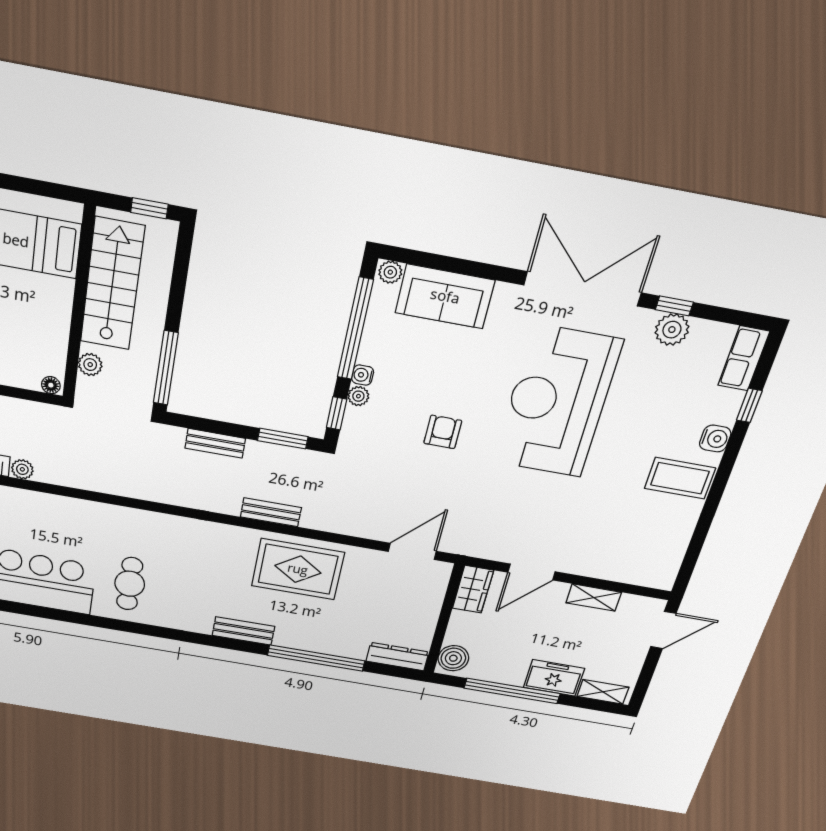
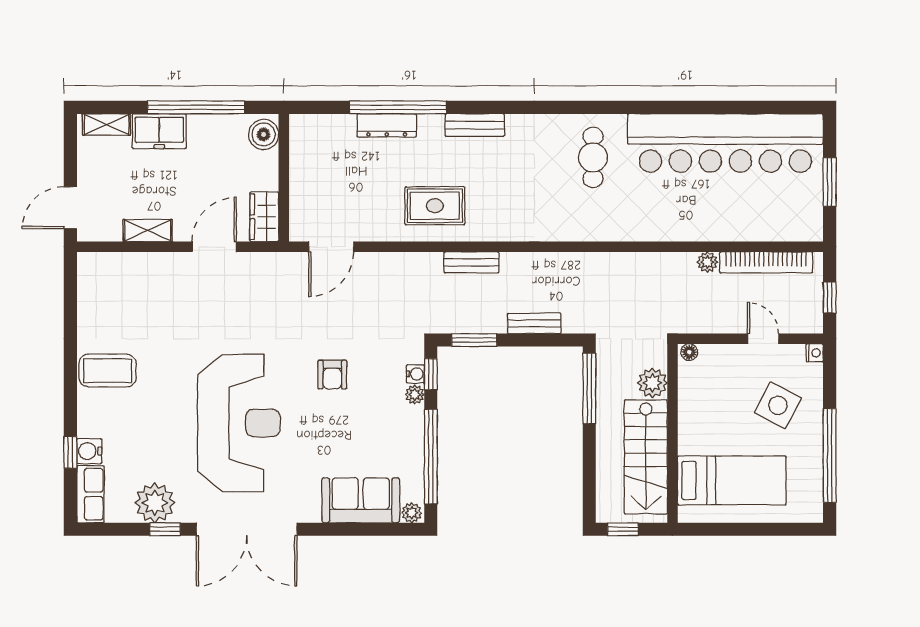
plant: (672, 330) -> (155, 503), width x1.36, depth x1.36
plant: (90, 365) -> (652, 383), width x1.38, depth x1.38
water cooler: (363, 375) -> (415, 374), moved
water cooler: (715, 439) -> (89, 451), moved
rug: (298, 569) -> (435, 206), width x0.73, depth x0.70
dresser: (397, 657) -> (387, 125), moved

